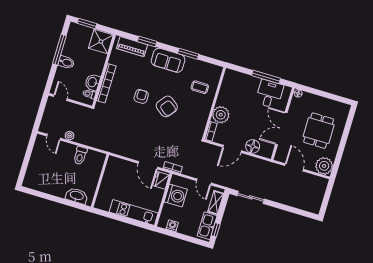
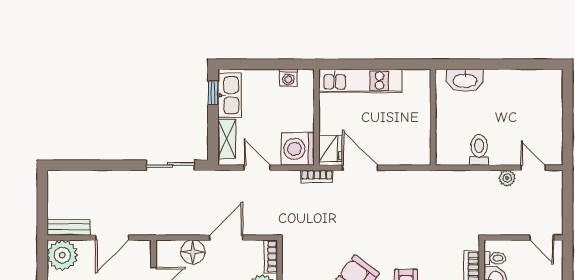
door: (294, 167) -> (112, 238), hinge flipped
bench: (316, 180) -> (68, 227), added
washing machine: (176, 196) -> (298, 149), moved

